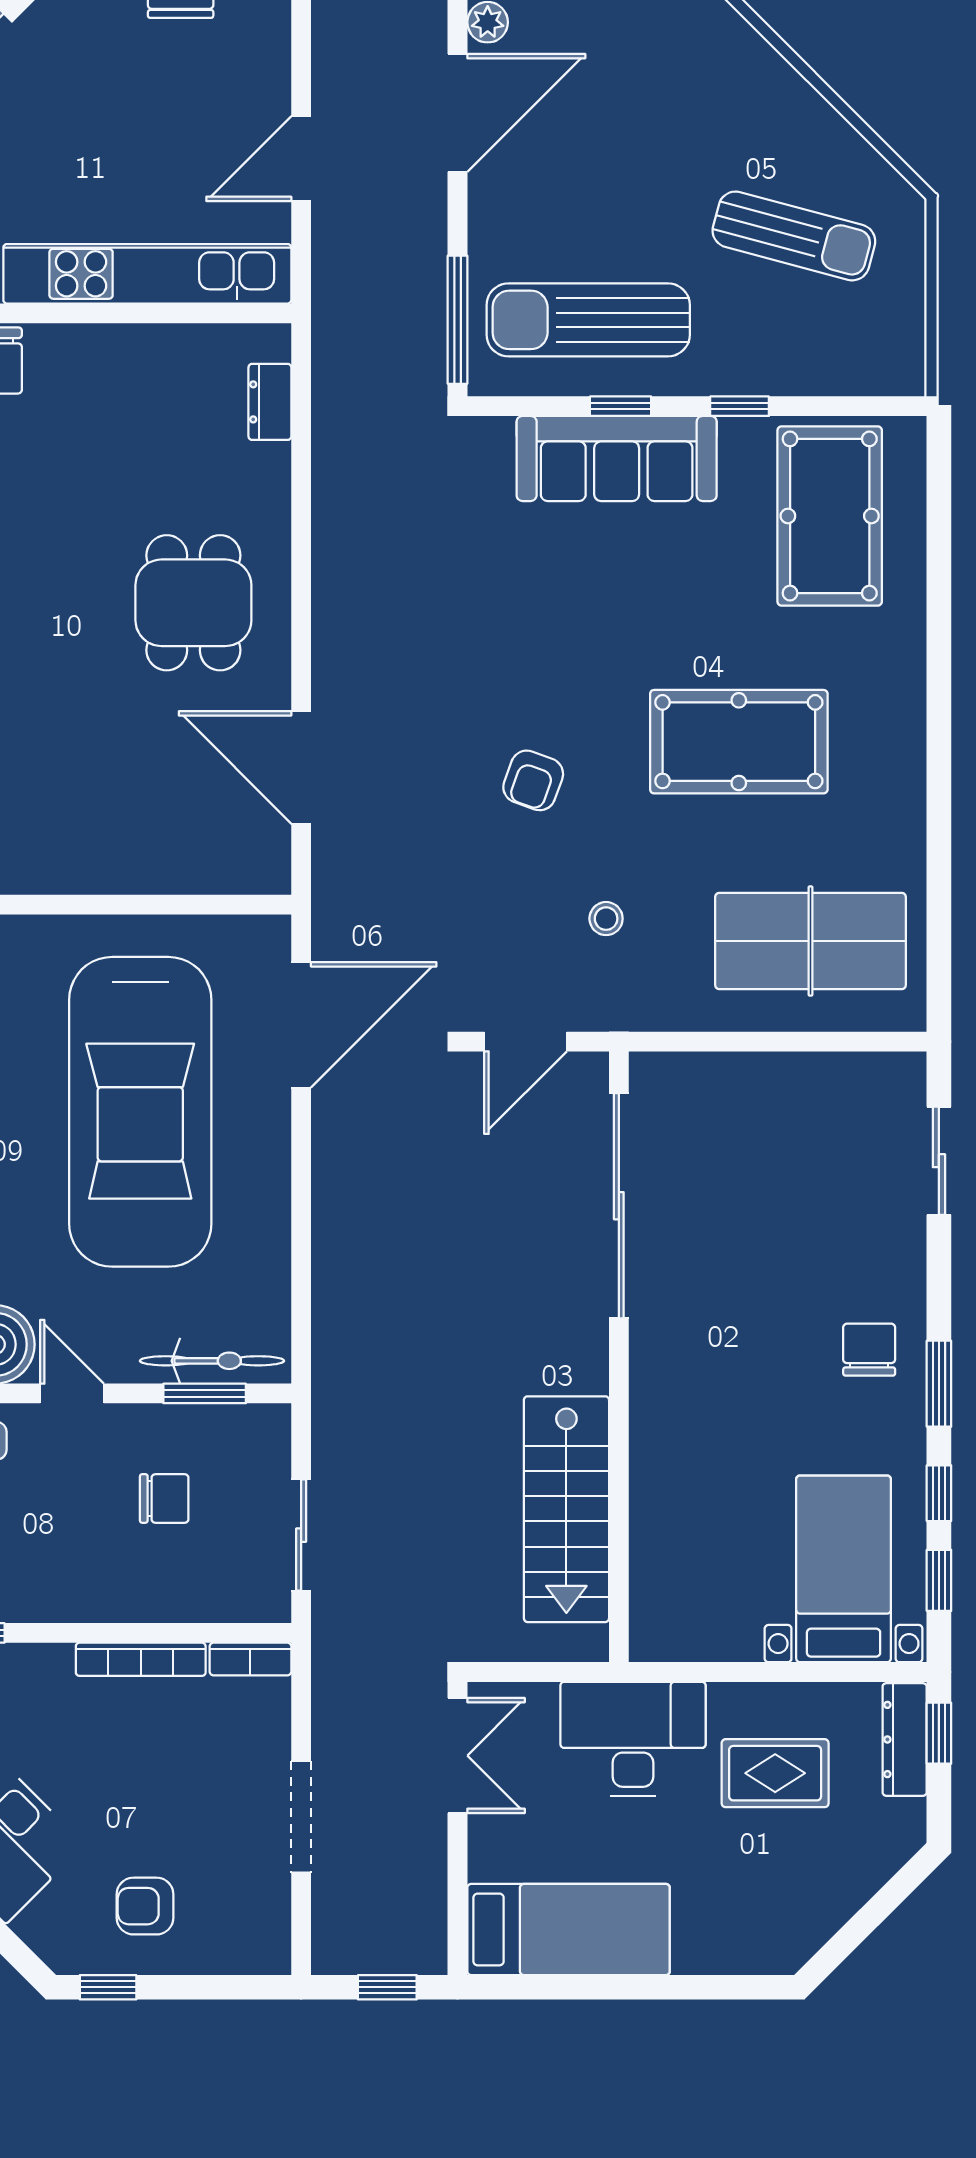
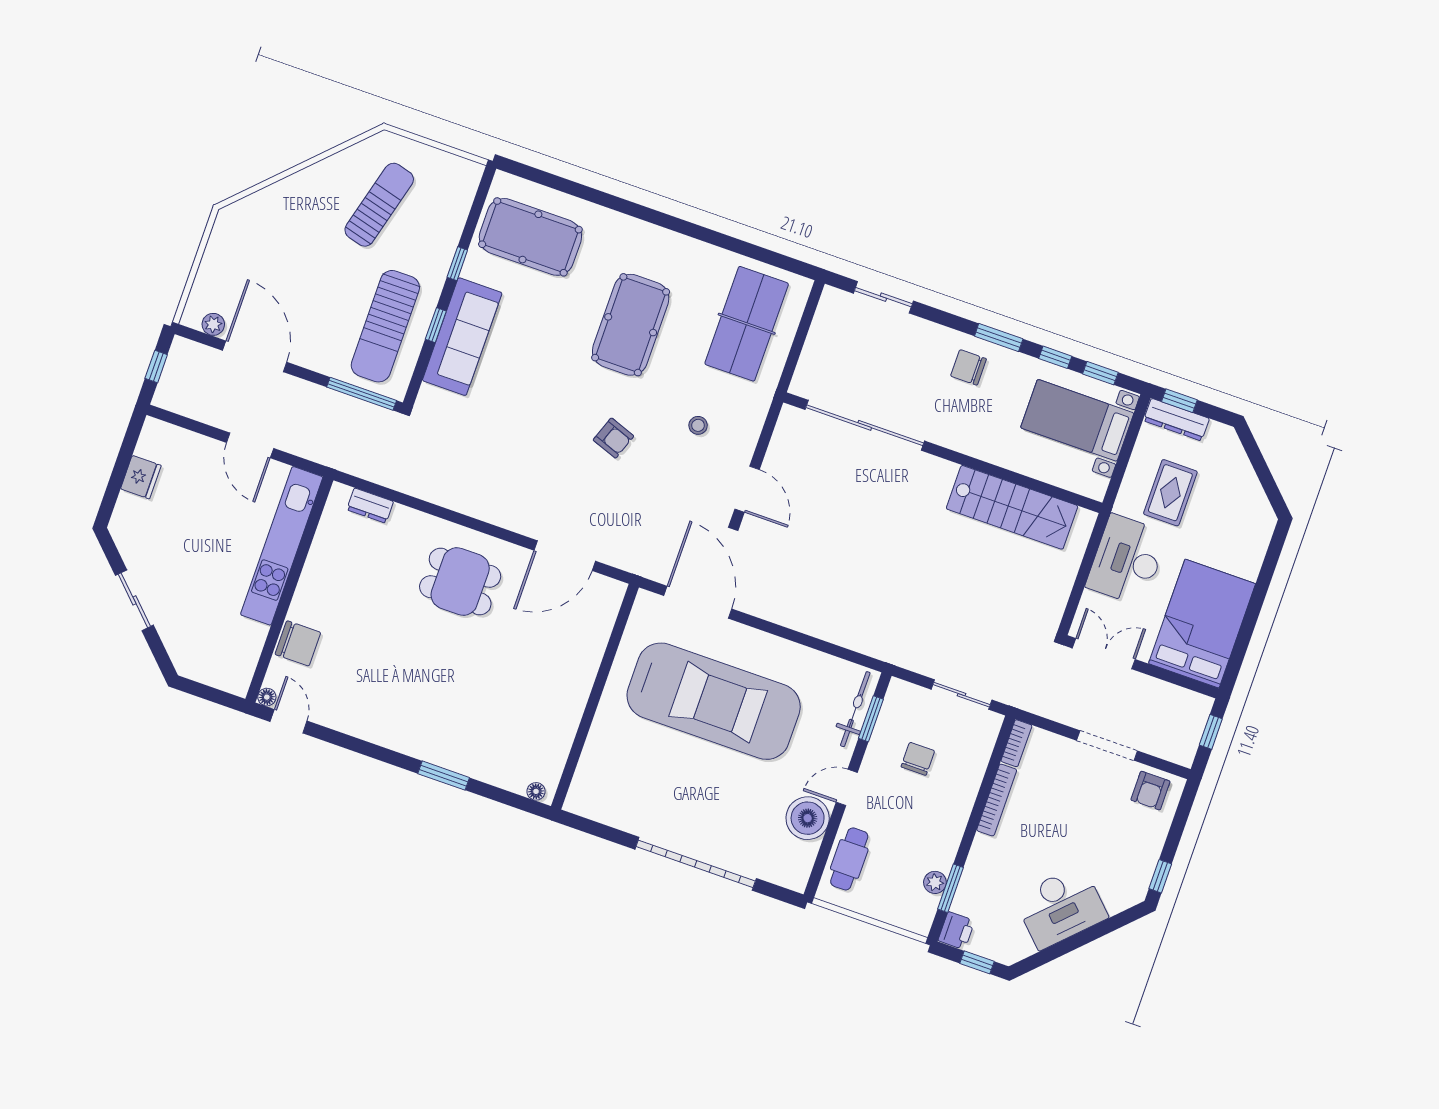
sliding door: (619, 1206) -> (865, 425), moved
wall: (619, 1357) -> (943, 453), moved
stairs: (566, 1509) -> (1012, 507), moved
armchair: (145, 1906) -> (1150, 791), moved
bed: (568, 1929) -> (1202, 624), width x1.50

